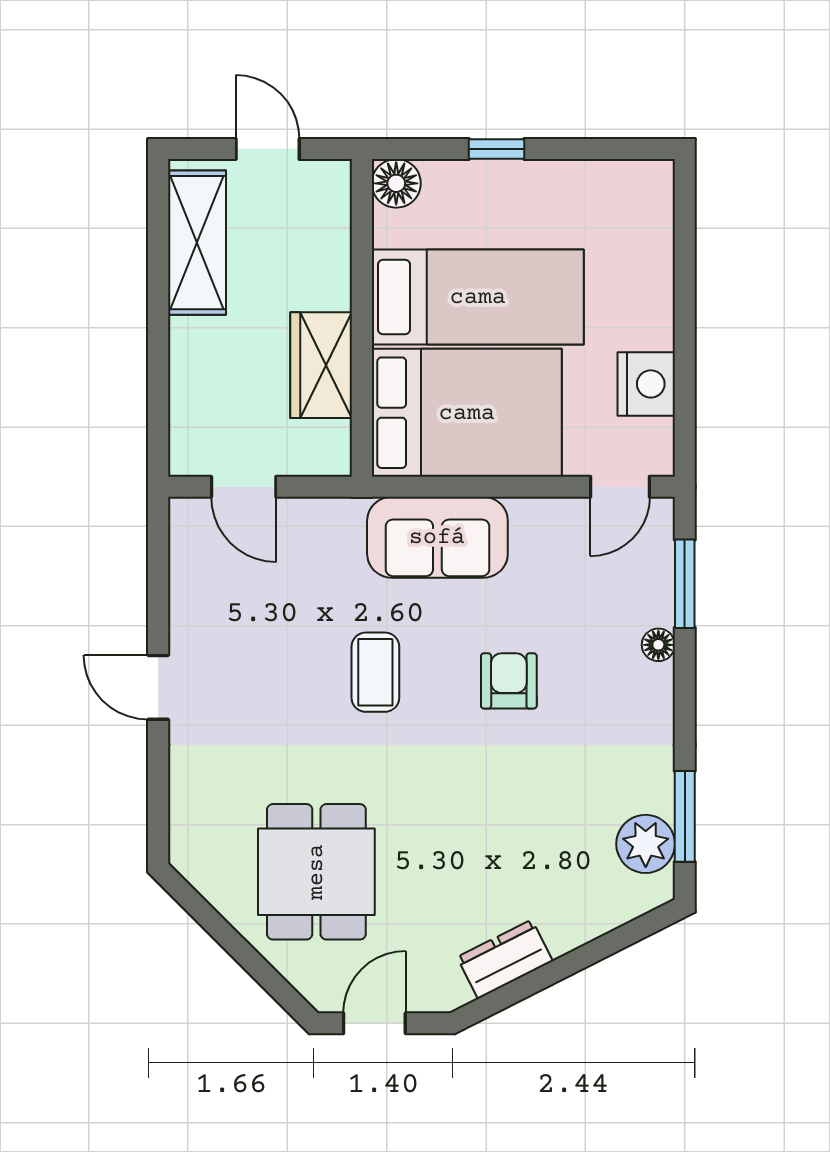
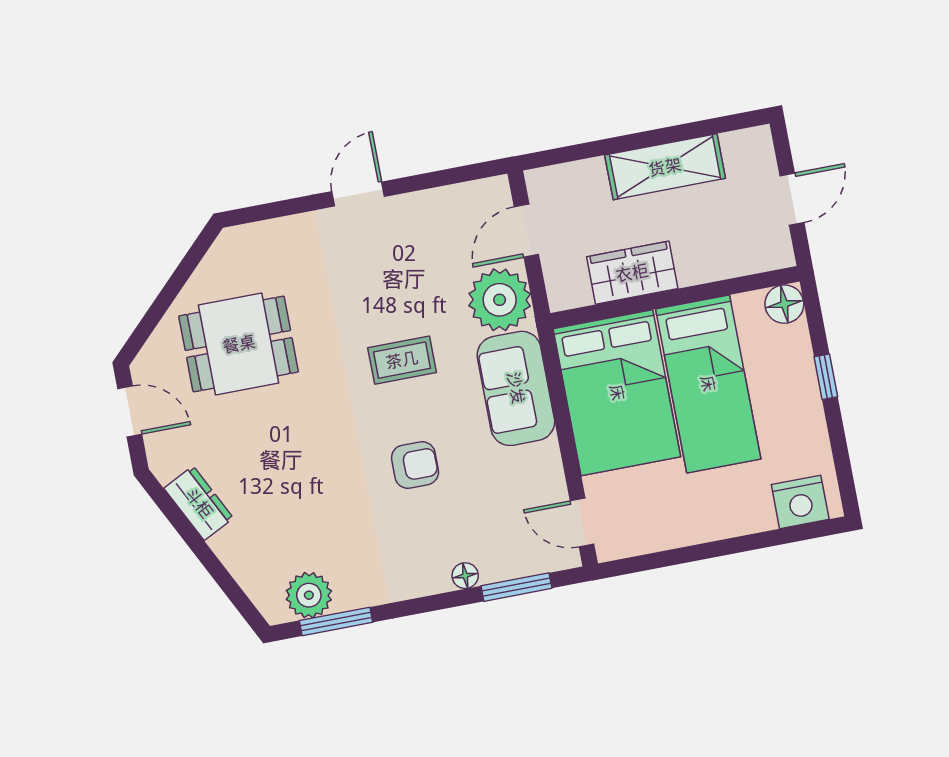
shelving: (197, 243) -> (665, 167), moved
nightstand: (646, 384) -> (800, 502), moved
plant: (323, 537) -> (500, 300), added

